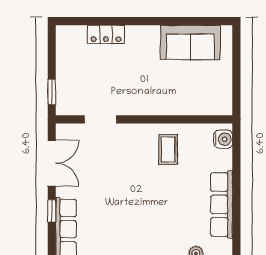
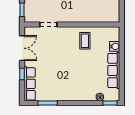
water cooler: (223, 139) -> (115, 46), moved

